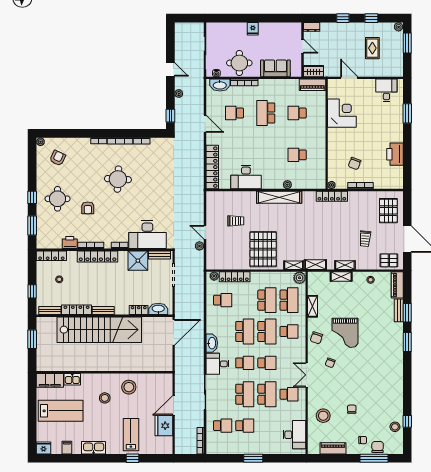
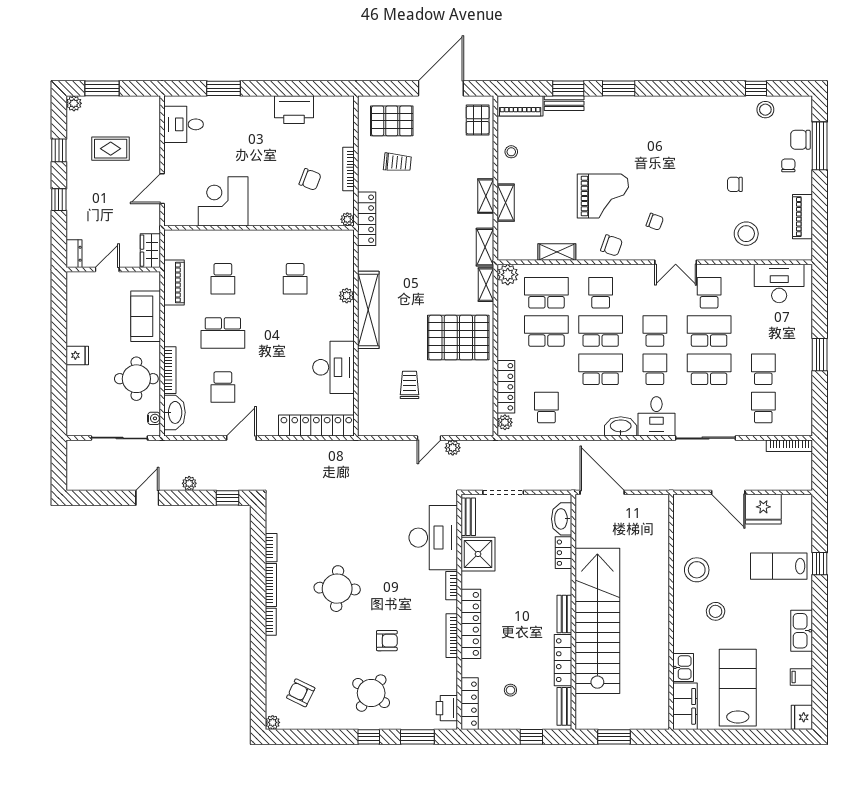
piano: (312, 85) -> (174, 282), moved
round table: (58, 199) -> (371, 693), turned 36
trolley: (365, 239) -> (397, 162), moved
printer: (70, 243) -> (447, 708), moved

